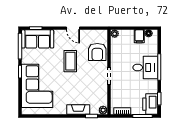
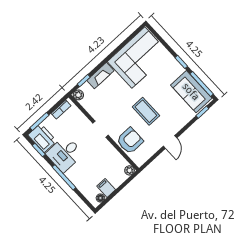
door: (73, 28) -> (170, 142), swing flipped
sofa: (38, 39) -> (191, 92), moved, turned -90
armchair: (97, 52) -> (130, 141), turned 90
desk: (145, 68) -> (65, 154), moved
corner sofa: (37, 86) -> (138, 58), moved, turned -90

